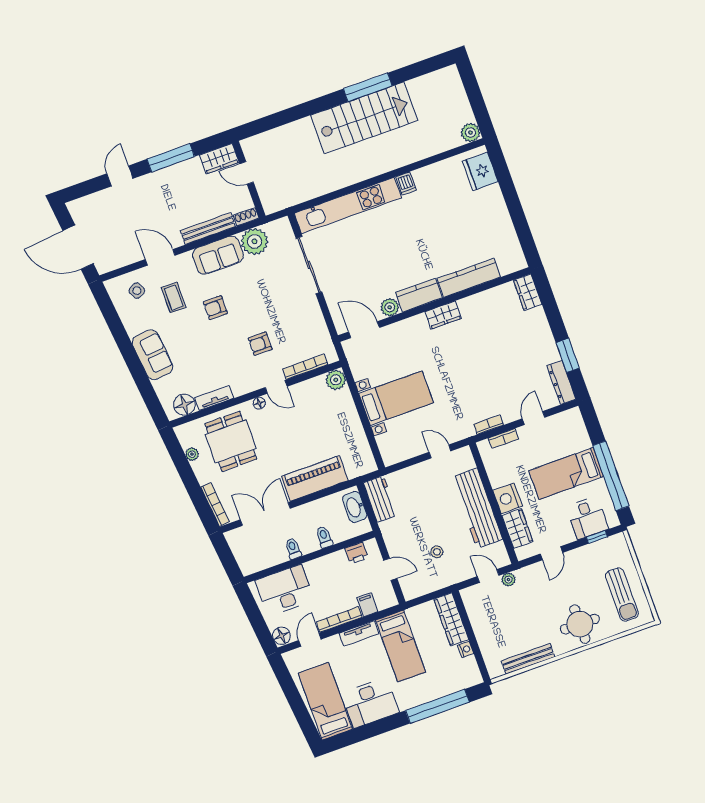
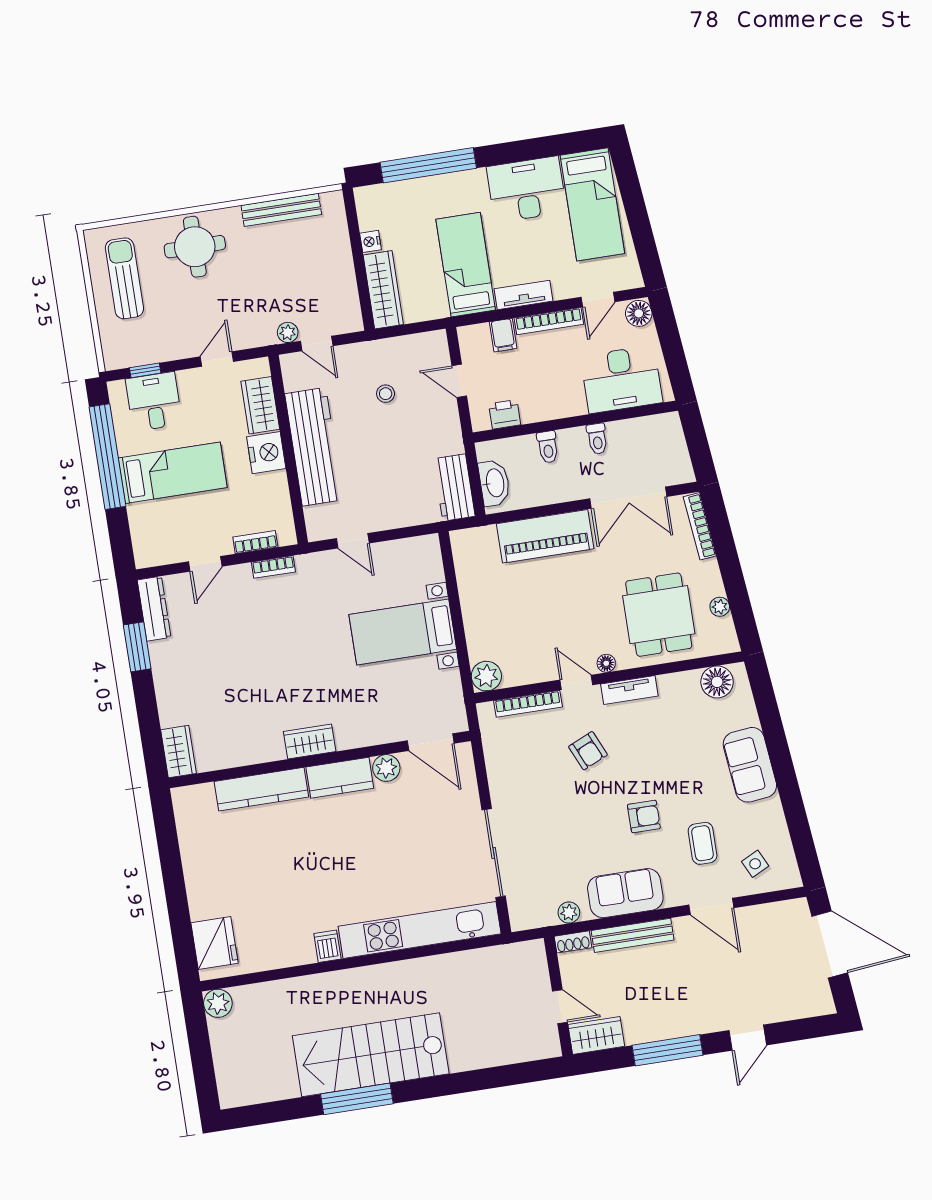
plant: (255, 241) -> (569, 913), width x0.53, depth x0.53
armchair: (260, 344) -> (588, 751), turned 66
tv unit: (214, 398) -> (629, 690), moved

